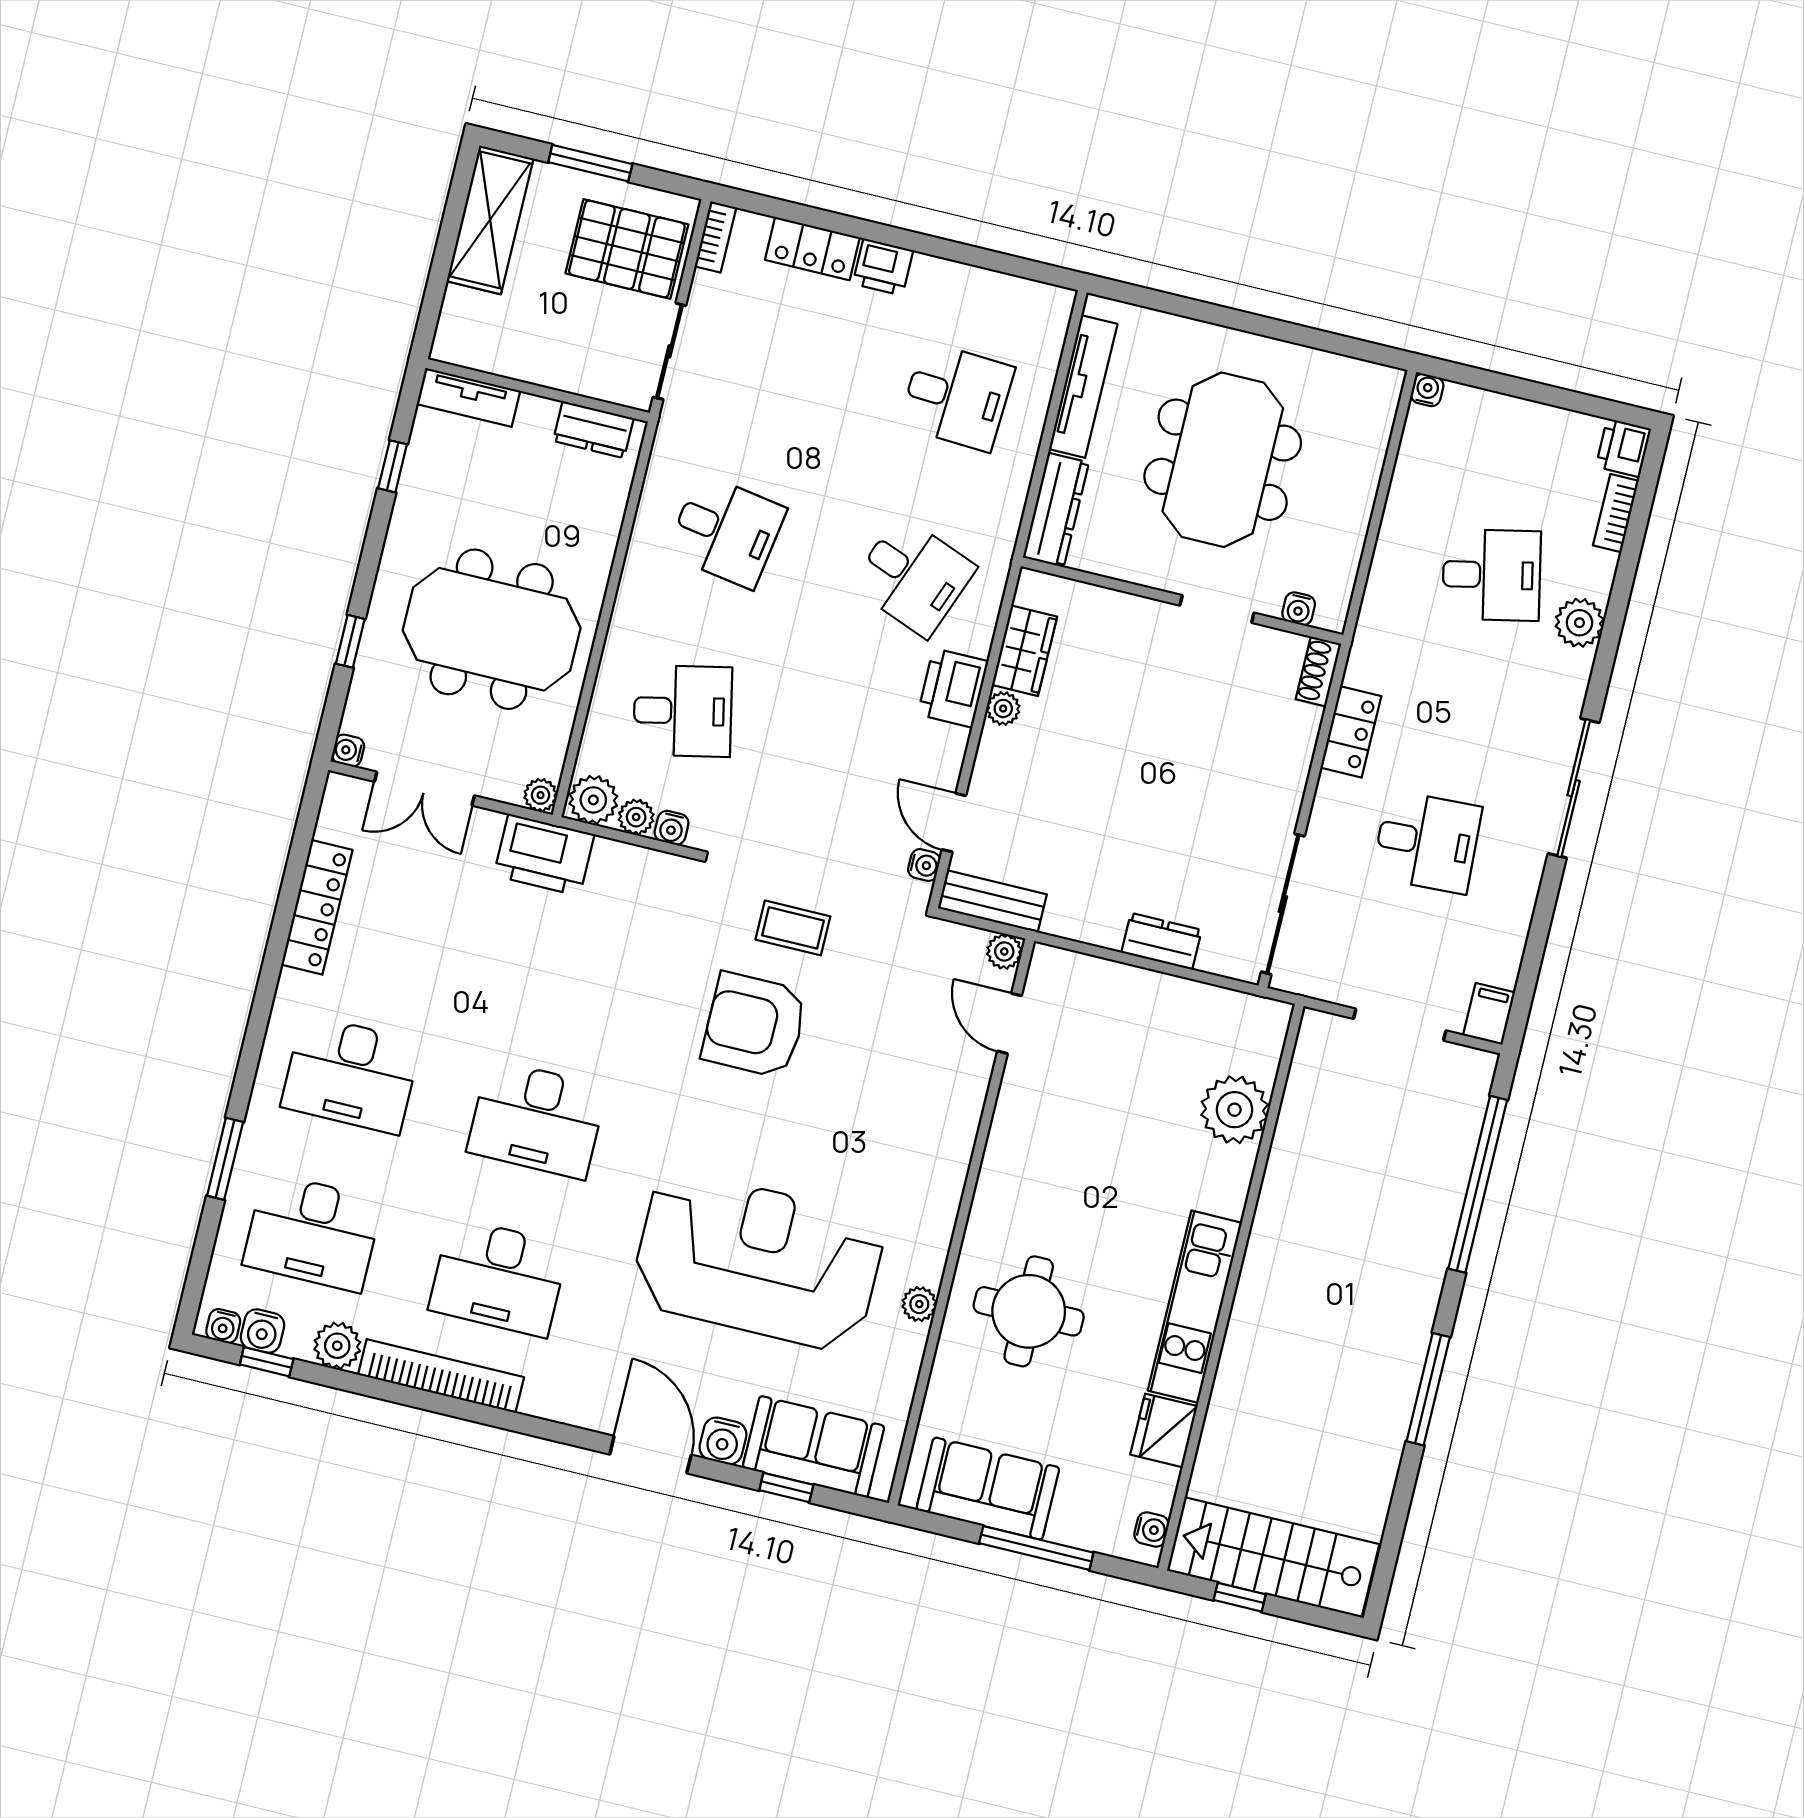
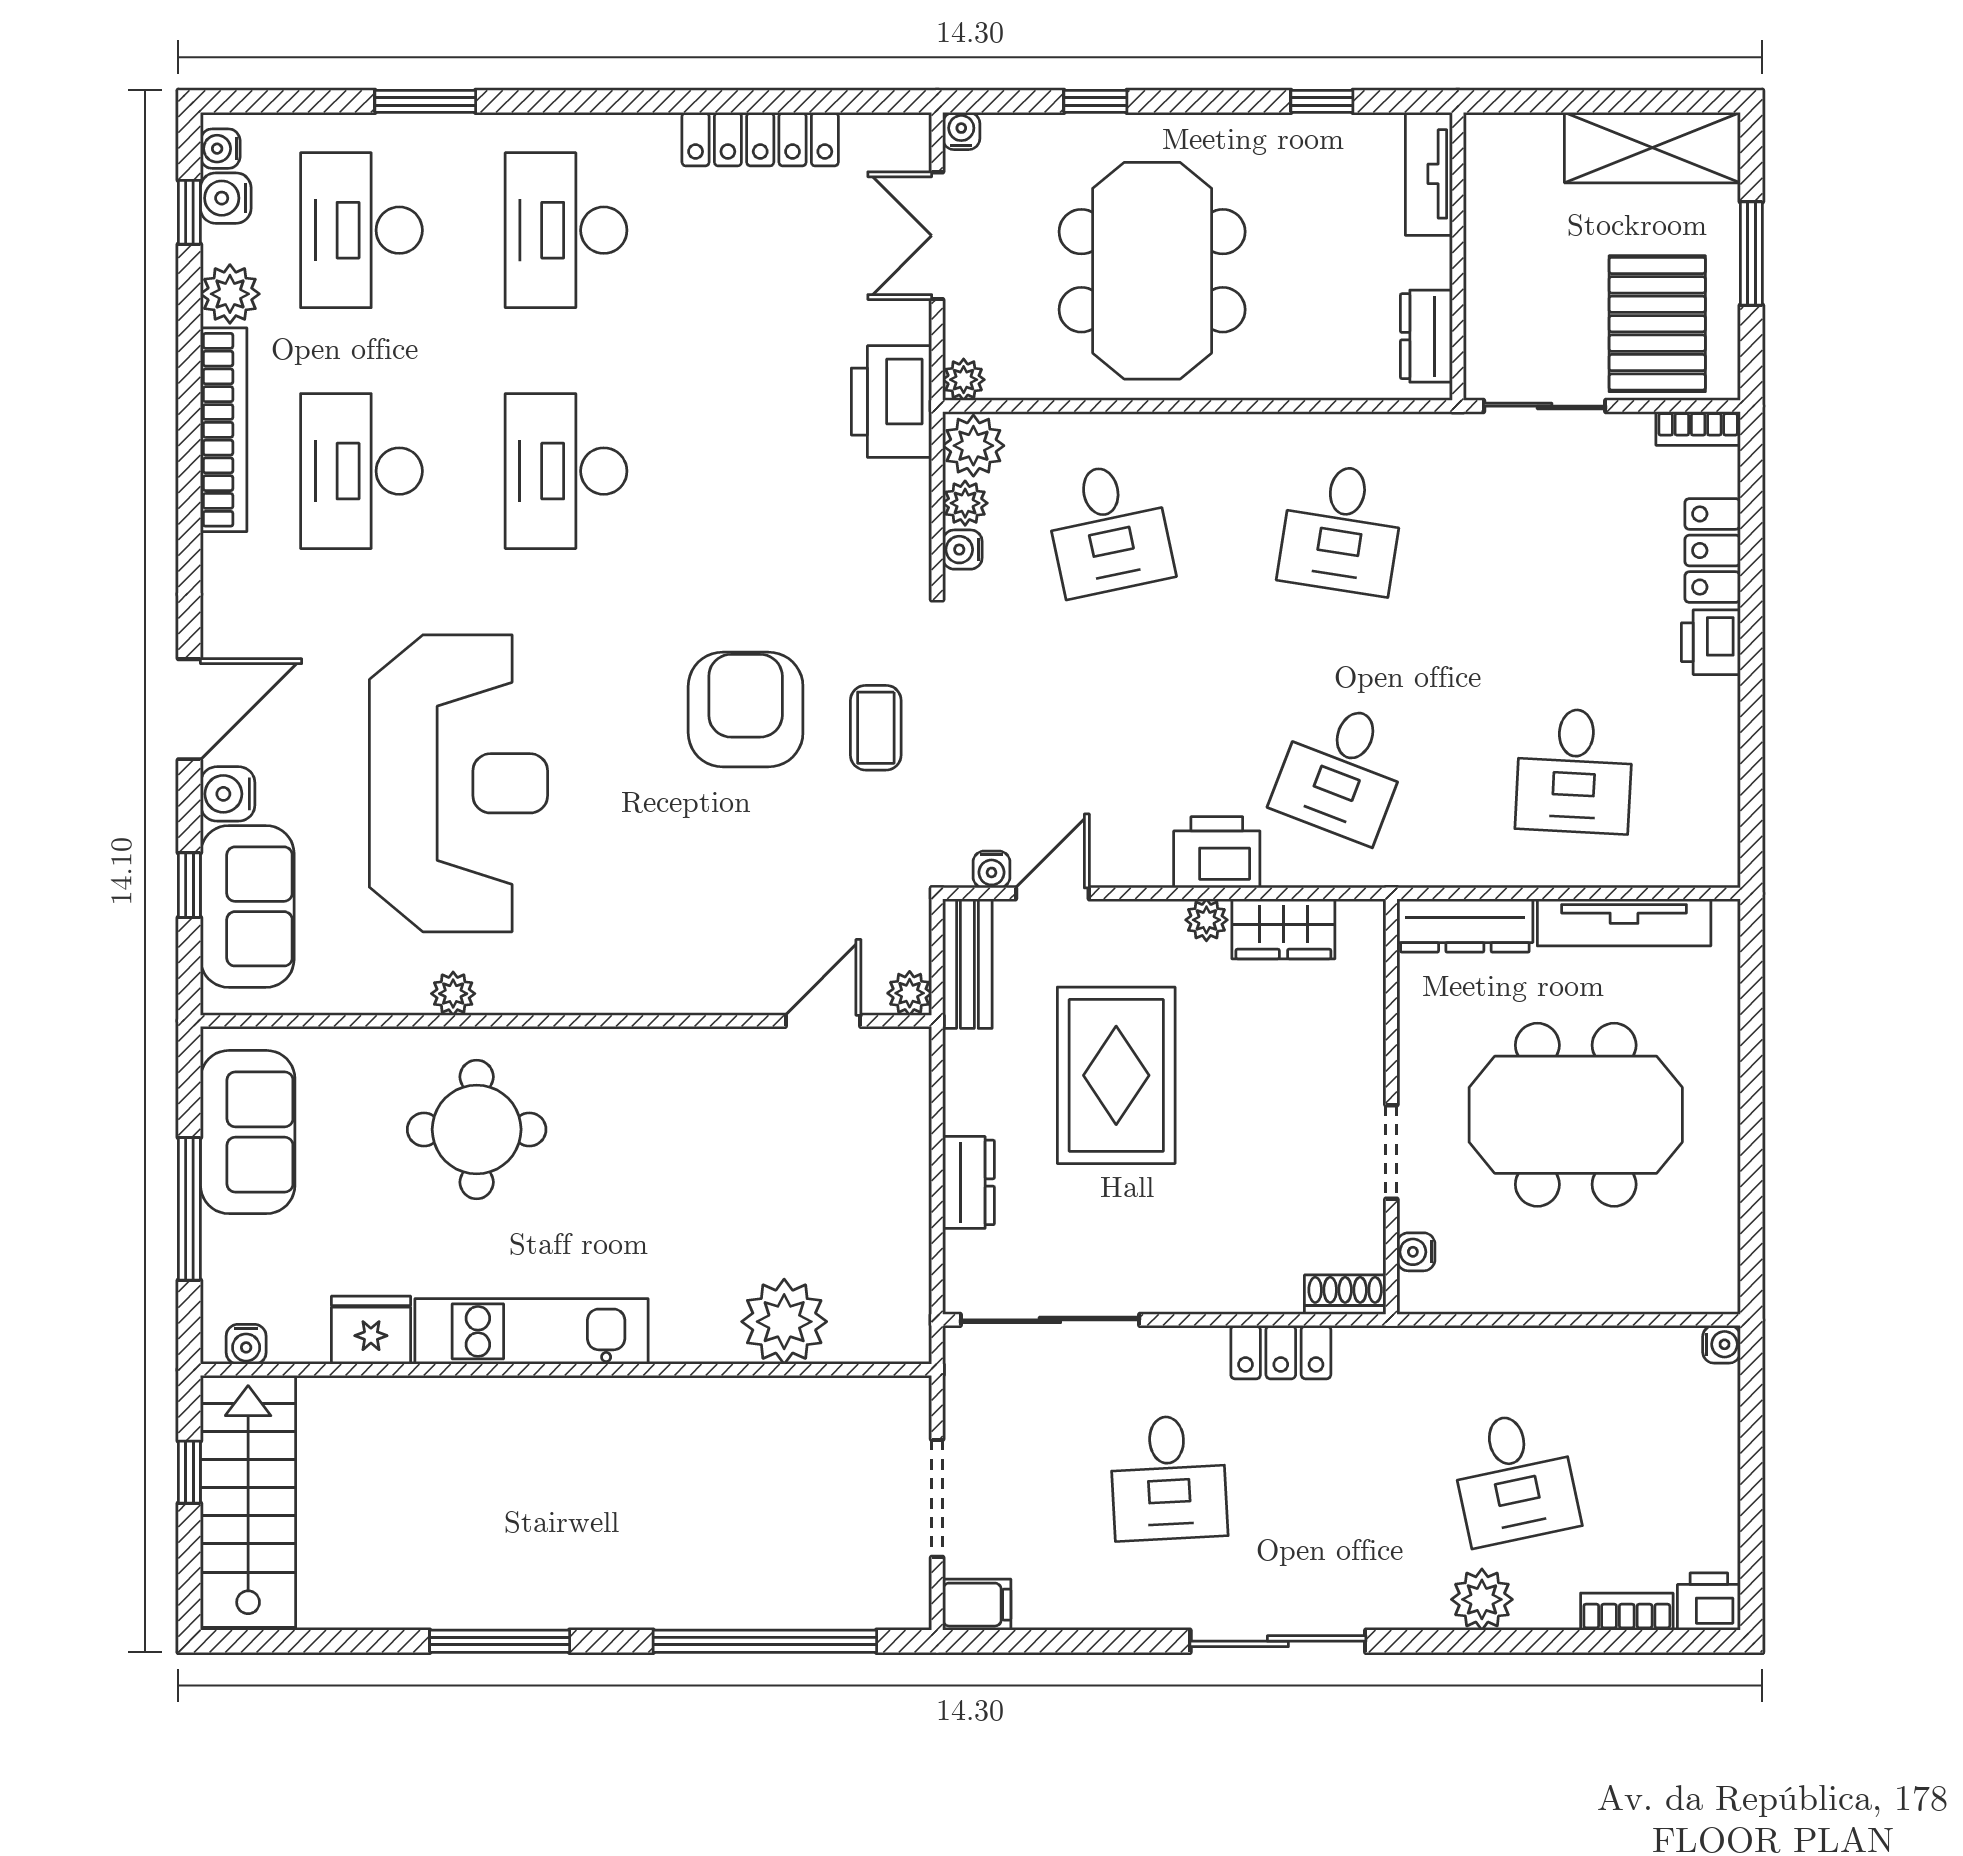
rug: (1106, 807) -> (1116, 1075), added

